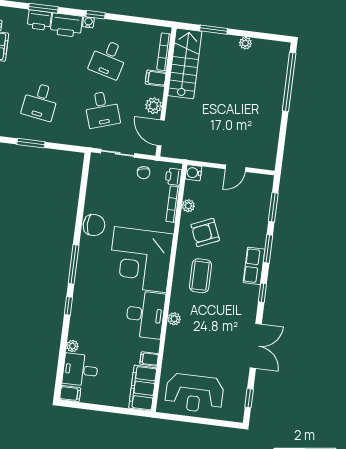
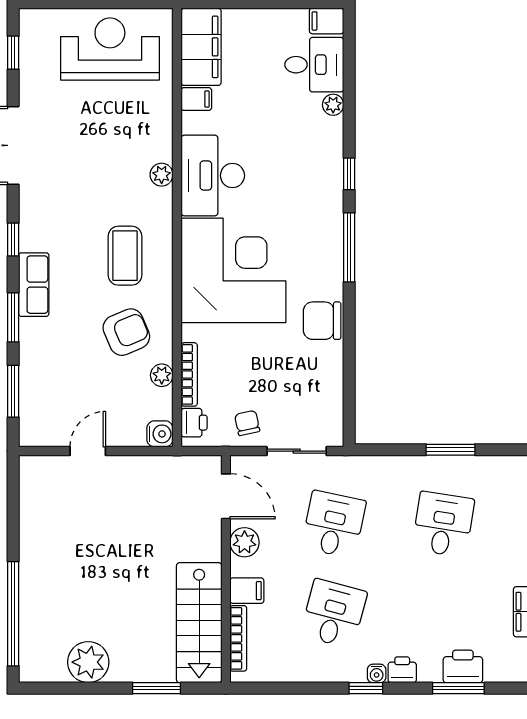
printer: (66, 25) -> (402, 670), width x0.53, depth x0.68
plant: (245, 43) -> (88, 662), width x1.87, depth x1.87
desk: (102, 109) -> (334, 524), turned 30

